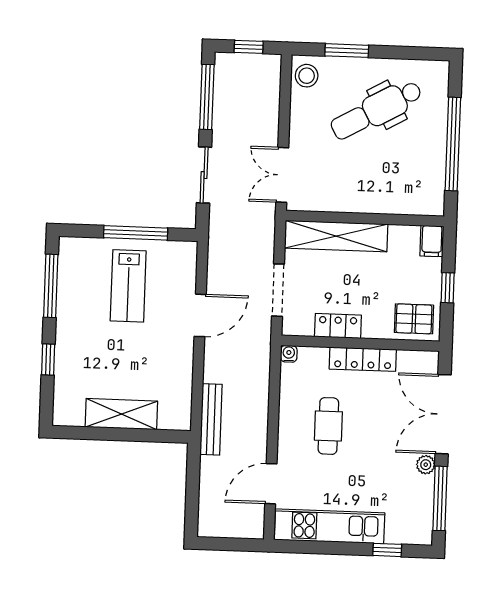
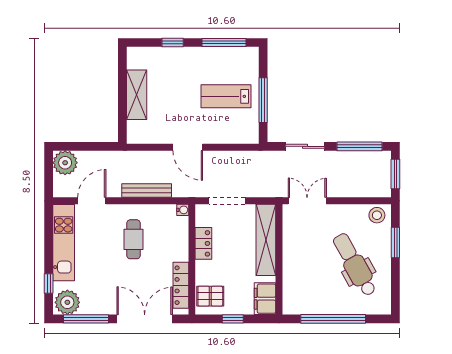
window: (249, 47) -> (395, 174), width x1.50
filing cabinet: (432, 241) -> (265, 299), width x2.00
door: (200, 315) -> (188, 147), moved
pallet: (414, 319) -> (210, 296), turned 90
locker: (363, 359) -> (181, 285), moved
bench: (211, 419) -> (147, 190), moved
cafe table: (328, 426) -> (134, 239), turned 90
plant: (426, 465) -> (67, 302), moved, width x1.88, depth x1.88
door: (271, 484) -> (92, 201), hinge flipped
plant: (215, 520) -> (65, 163), added

